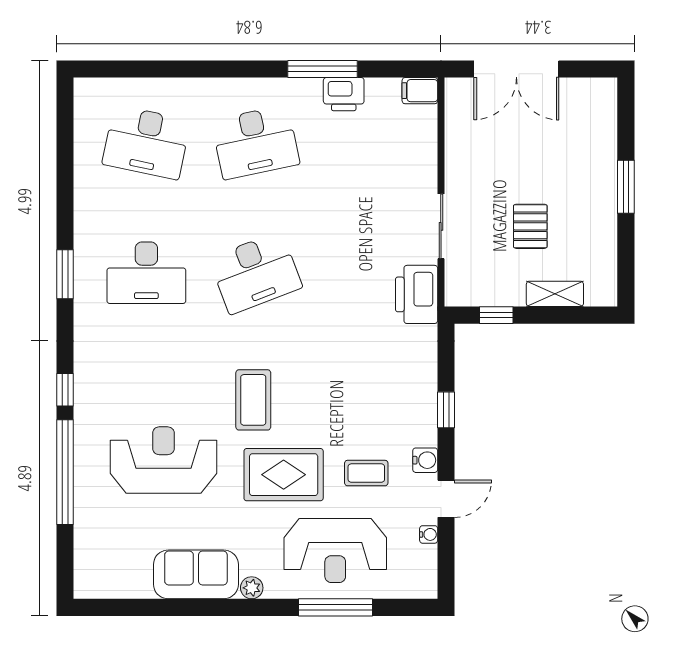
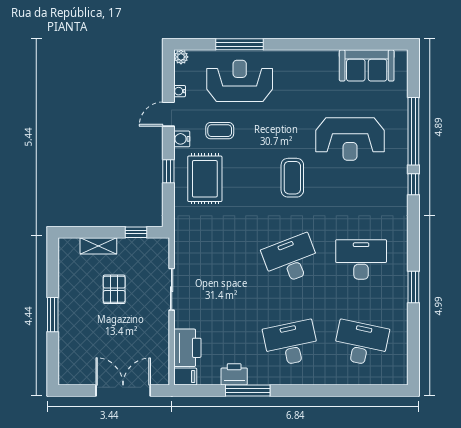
window: (65, 274) -> (413, 287), moved
printer: (417, 294) -> (187, 348), moved
rug: (284, 475) -> (205, 179), moved, turned 90
sofa: (196, 574) -> (367, 65), moved
plant: (252, 588) -> (181, 57), moved

